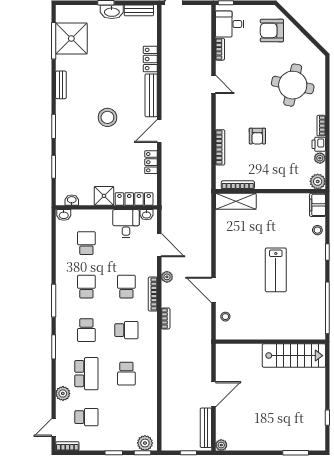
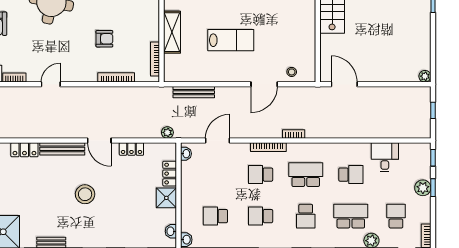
locker: (134, 199) -> (170, 174), width x0.66
shelving: (236, 201) -> (172, 32), moved
desk: (126, 224) -> (385, 157), moved, turned 90
lab bench: (276, 270) -> (231, 40), moved
plant: (167, 277) -> (167, 132), moved
school desk: (86, 330) -> (306, 216), turned 90
school desk: (126, 330) -> (306, 175), width x1.85
door: (213, 394) -> (344, 84), moved
bench: (206, 428) -> (194, 92), moved
plant: (145, 443) -> (423, 188), moved

